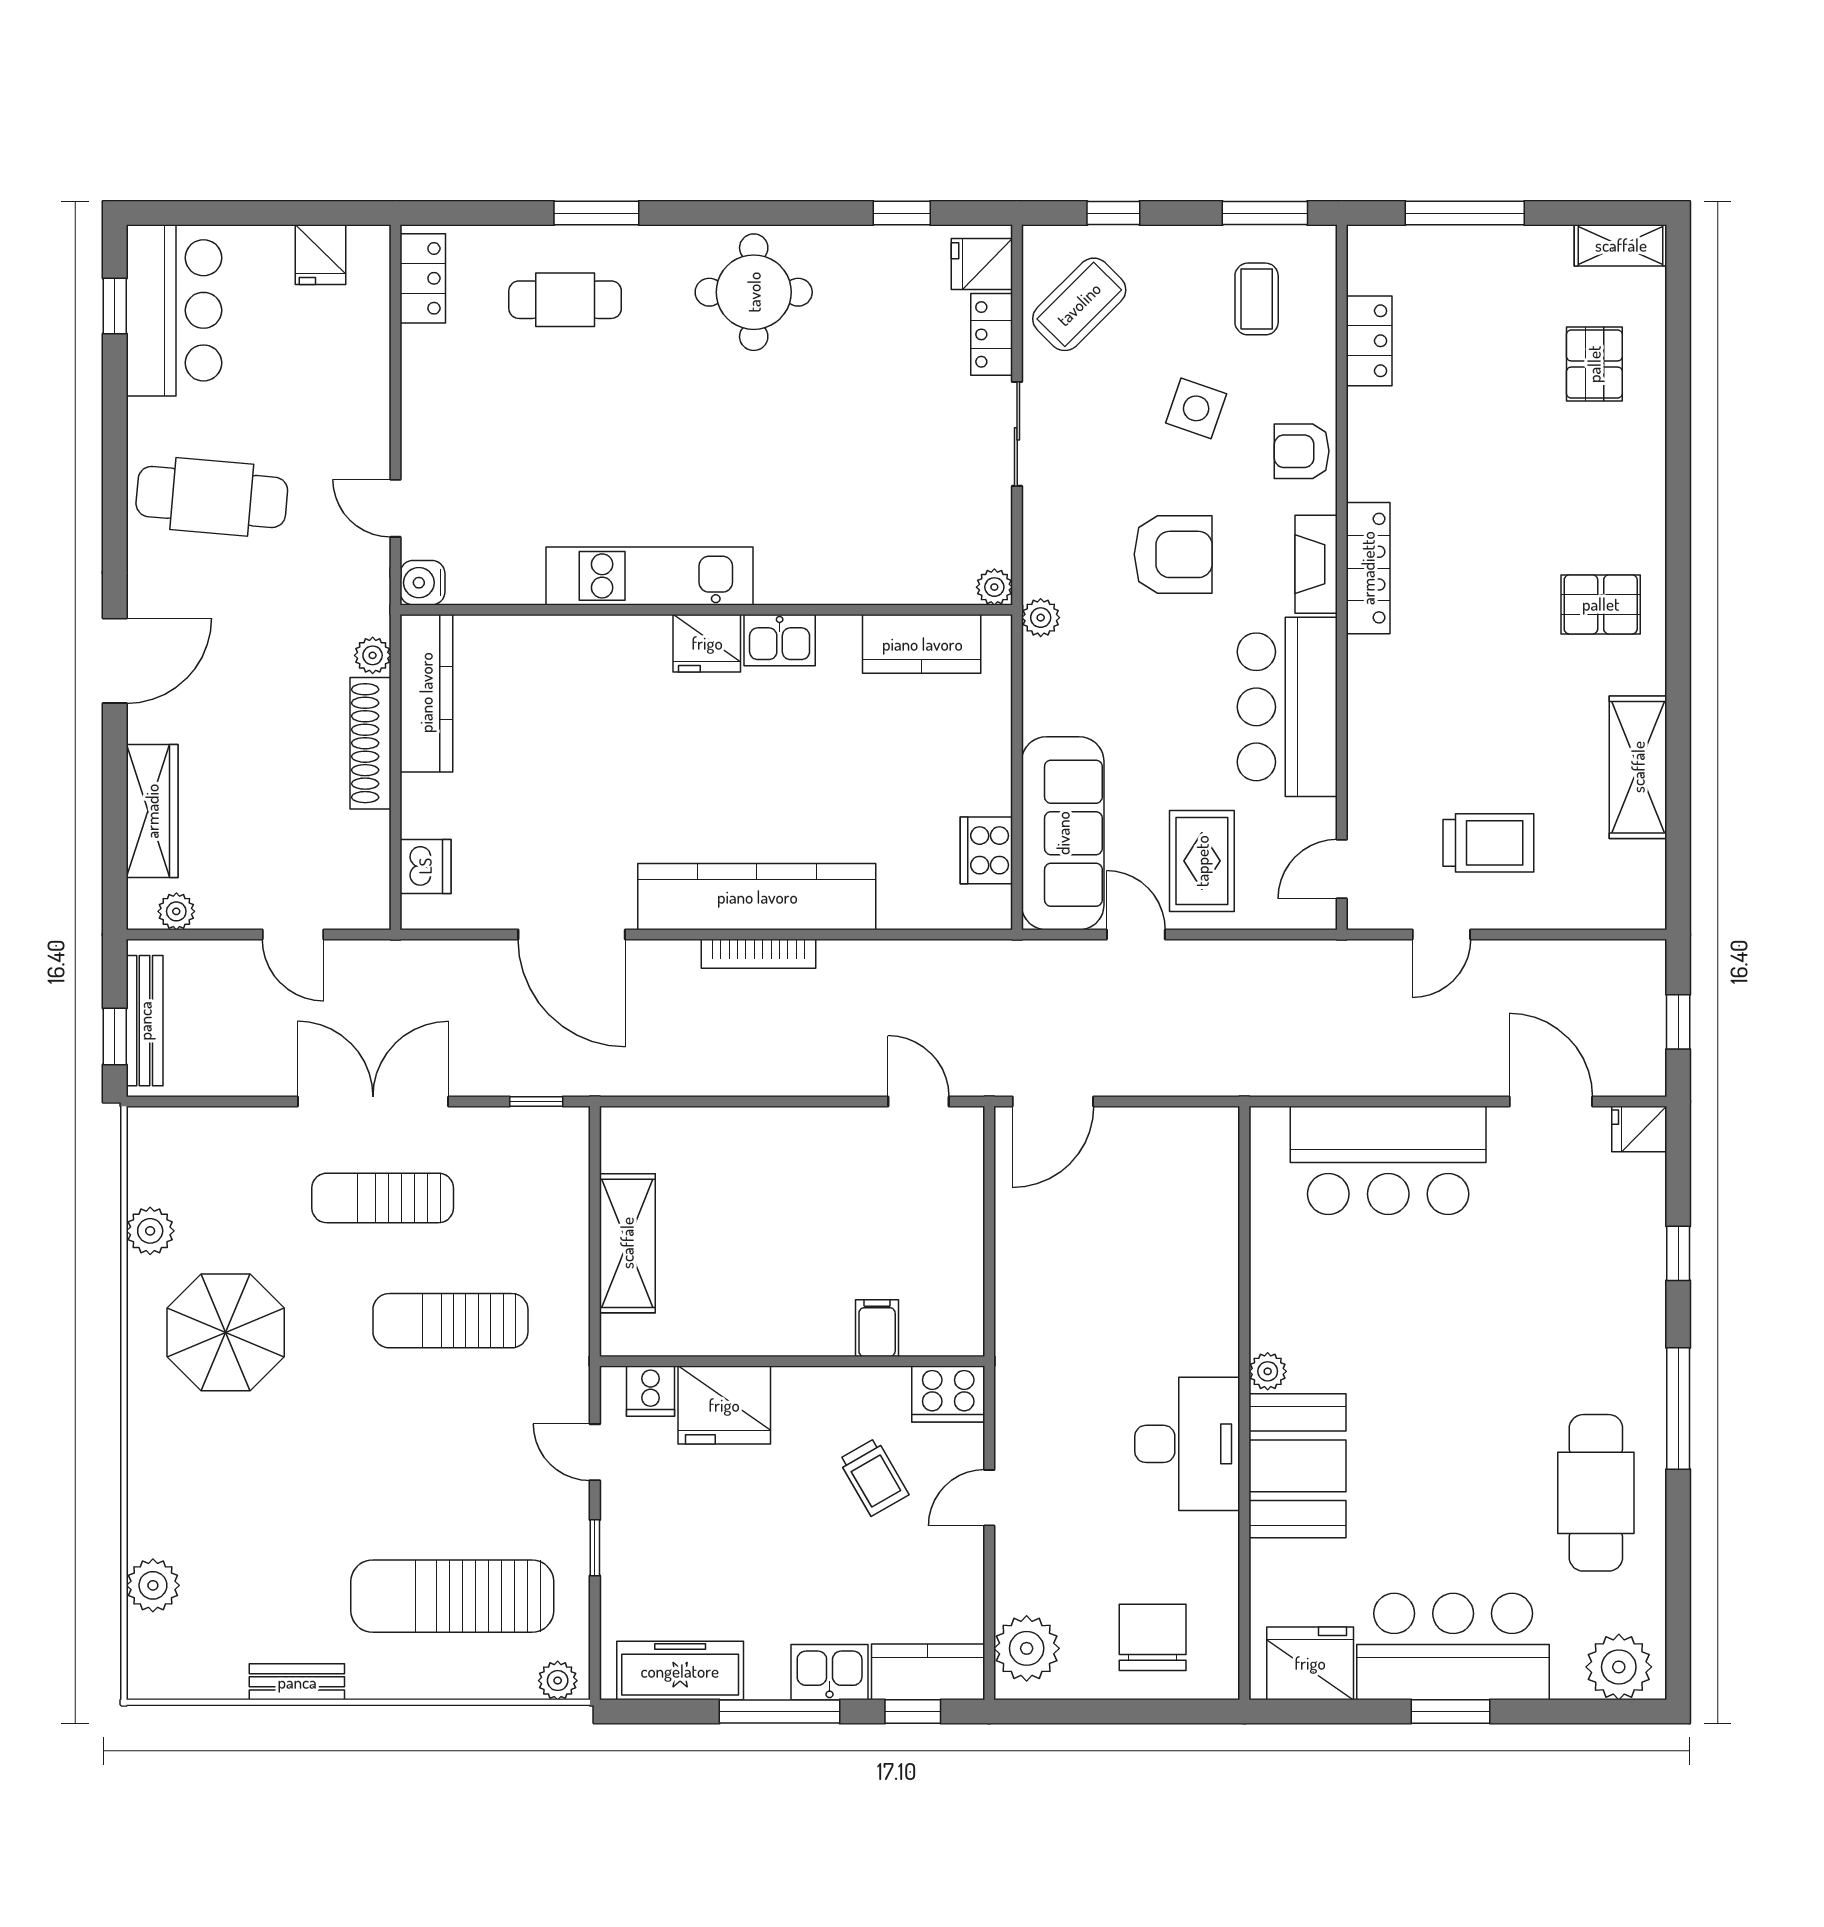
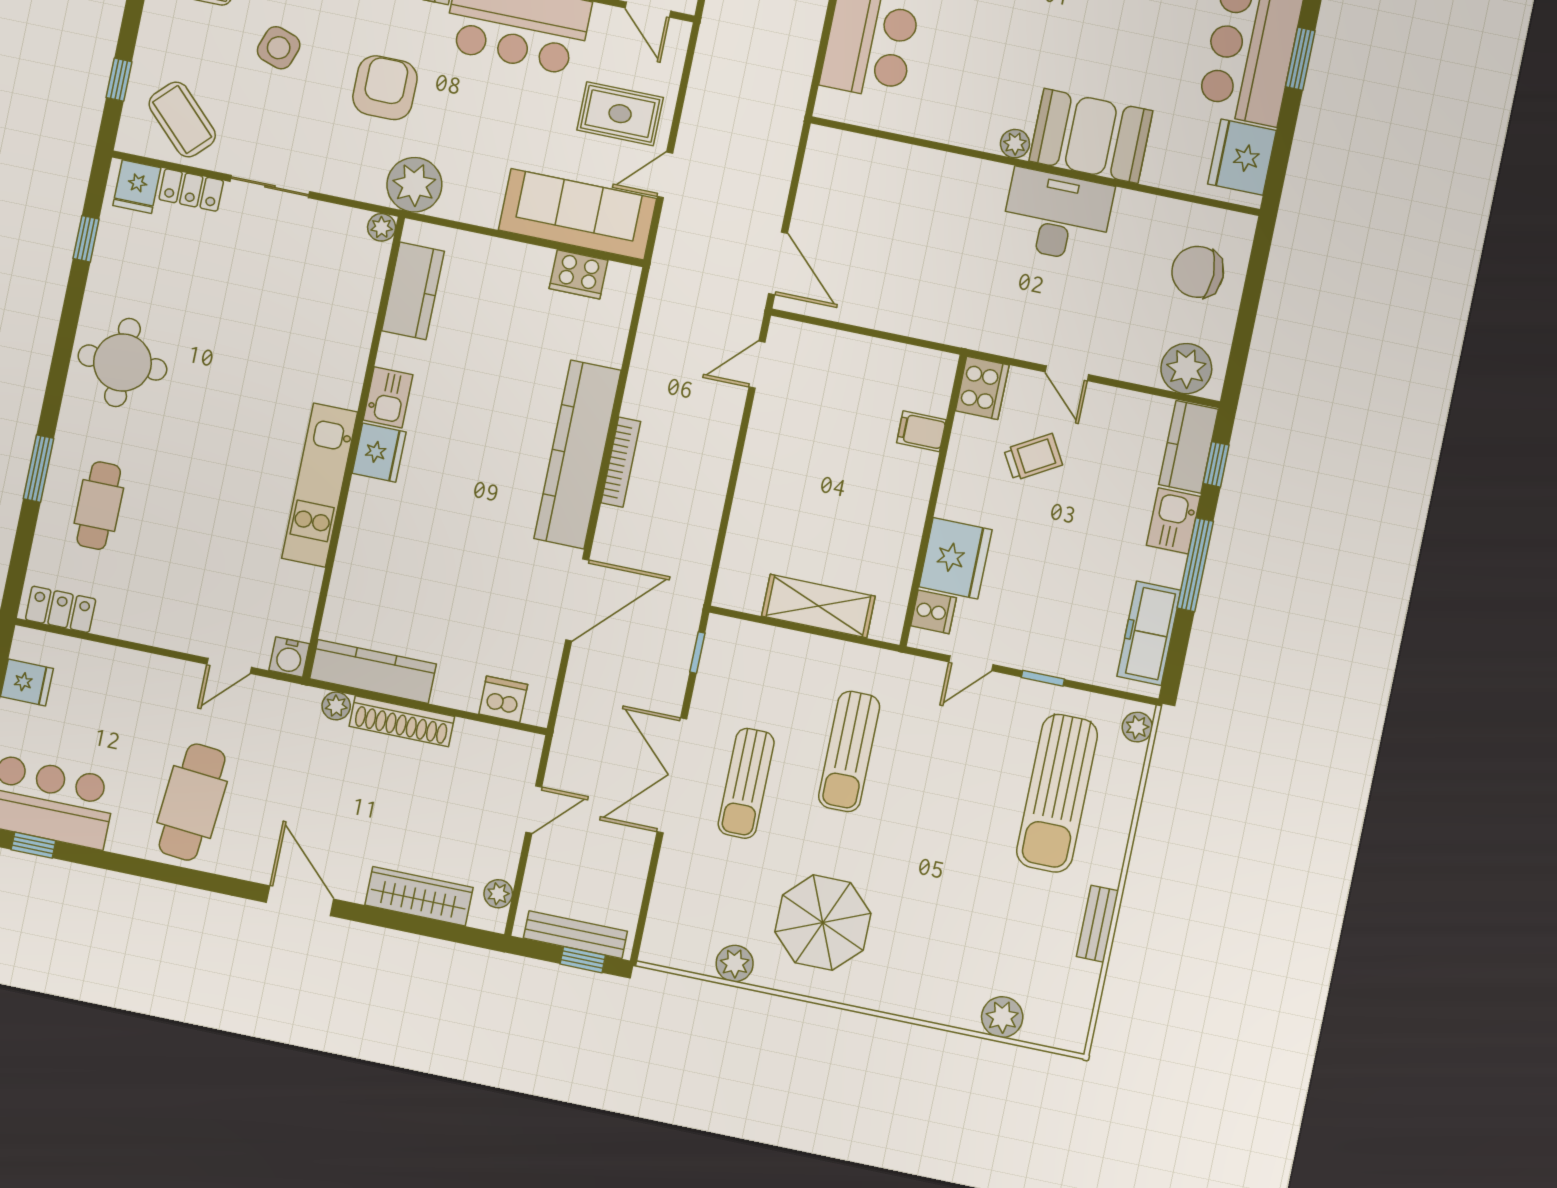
plant: (1041, 618) -> (414, 185), width x1.87, depth x1.87

